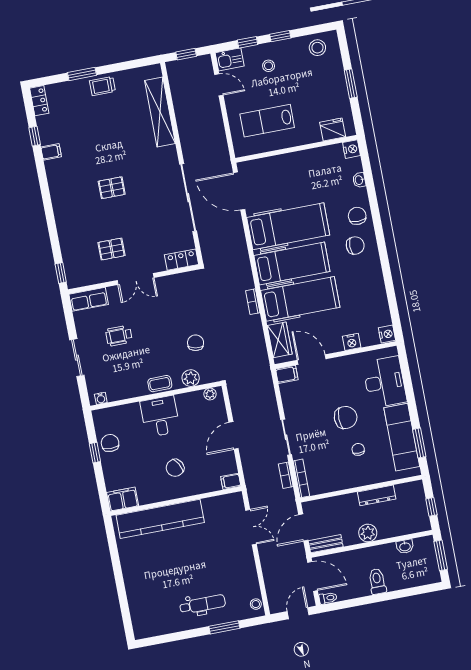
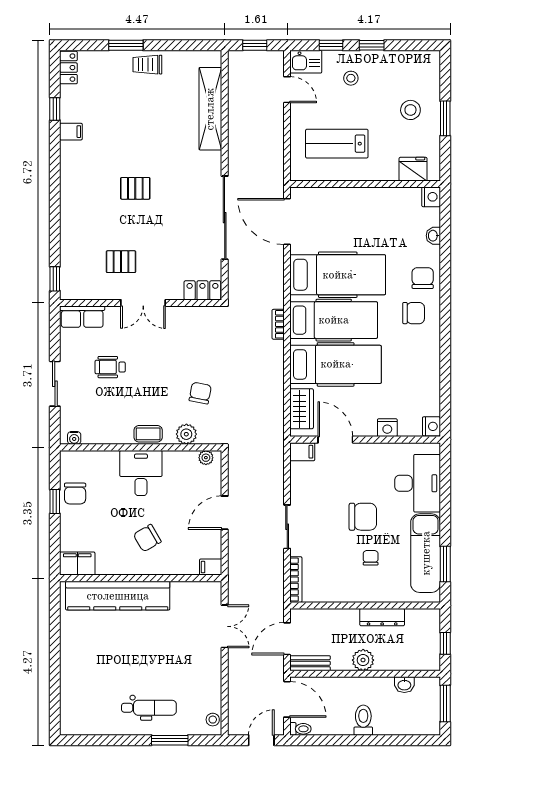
stool: (317, 48) -> (410, 110), moved
bookcase: (253, 302) -> (278, 324), moved
chair: (110, 443) -> (75, 494), turned 180
bookcase: (286, 475) -> (278, 572), removed

